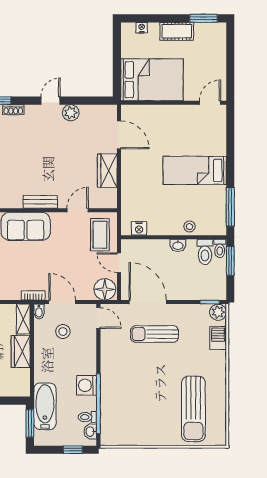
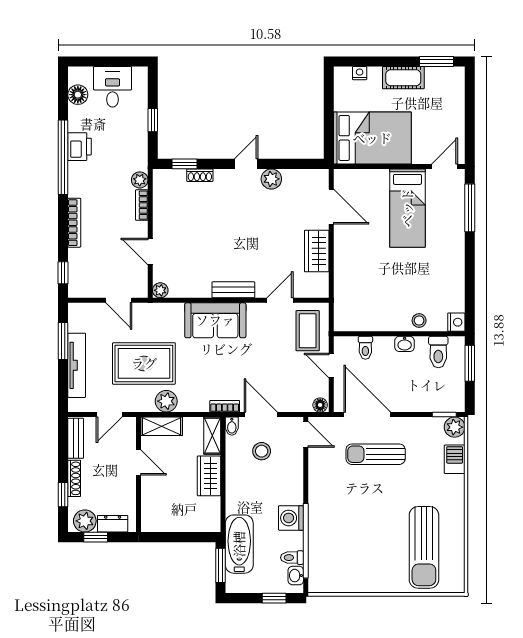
bed: (195, 170) -> (407, 208), moved, turned -90
window: (230, 207) -> (470, 208), moved
nightstand: (139, 228) -> (456, 322), moved, turned -90
toilet: (220, 248) -> (365, 348), moved
floor lamp: (105, 289) -> (320, 405), width x0.53, depth x0.53

